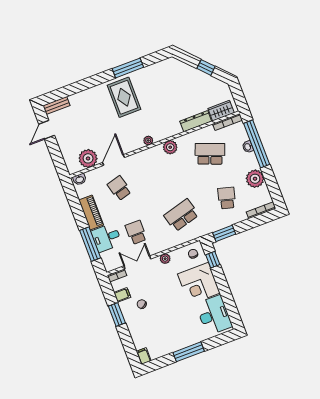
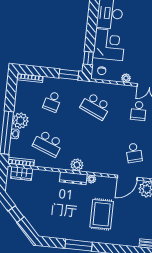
rug: (124, 97) -> (102, 214), moved
dresser: (196, 121) -> (73, 178), moved
plant: (255, 179) -> (20, 121), moved
school desk: (181, 215) -> (95, 106), turned 39

